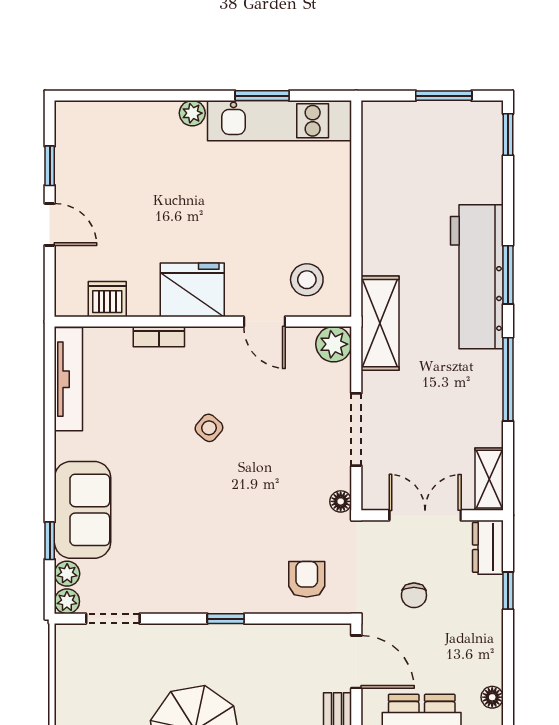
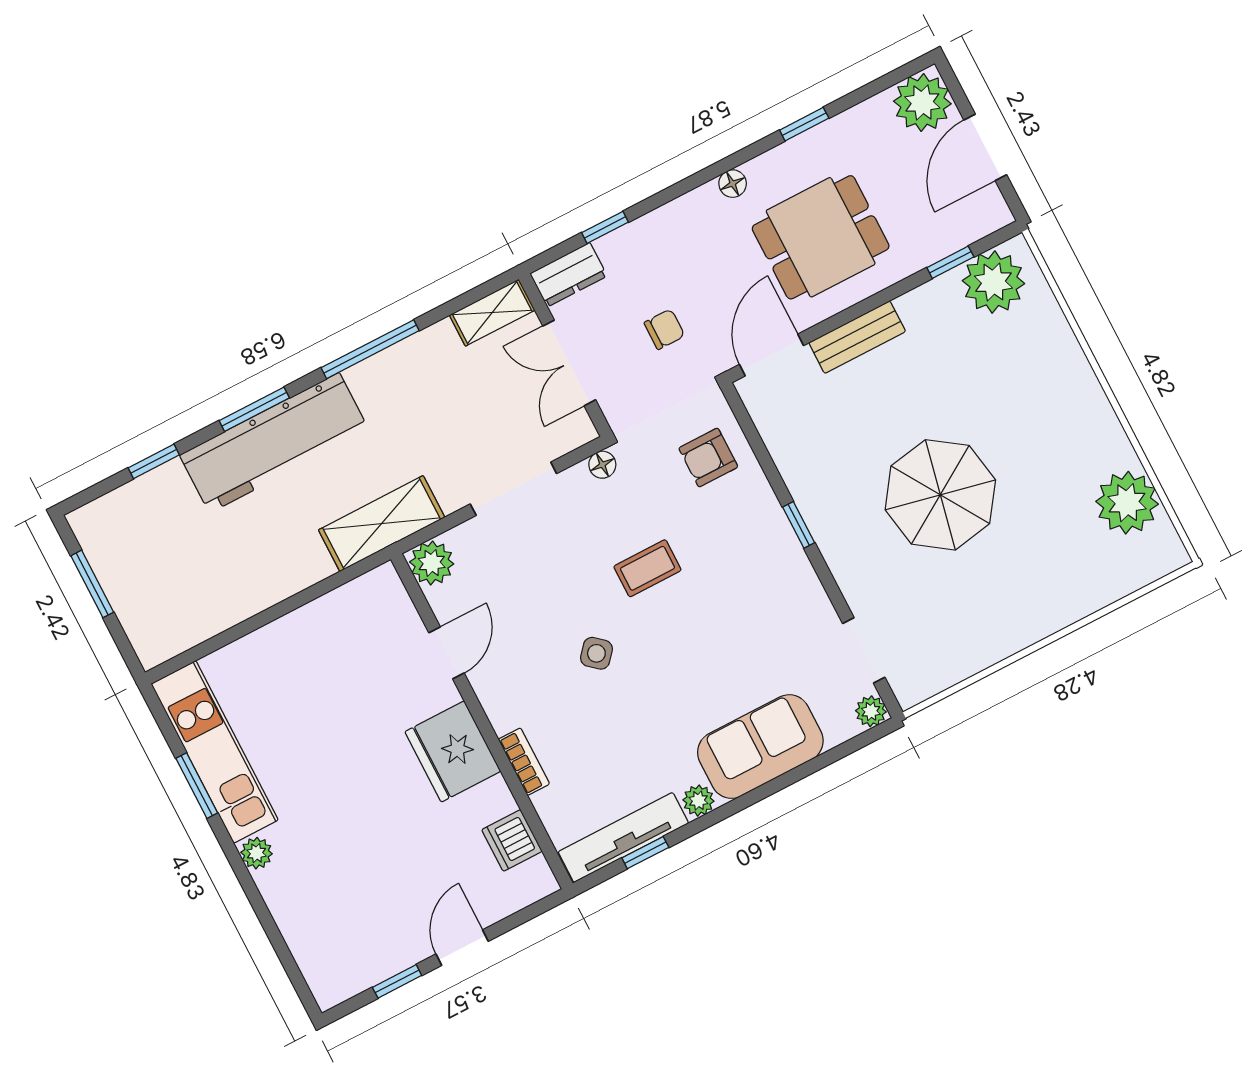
window: (508, 135) -> (154, 461), moved
stool: (307, 280) -> (375, 630), removed
coffee table: (251, 495) -> (647, 568), added
window: (50, 541) -> (645, 853), moved
plant: (67, 574) -> (698, 801), moved

